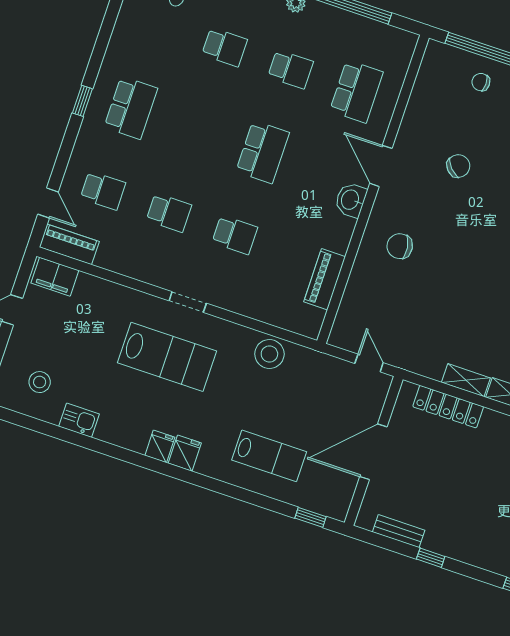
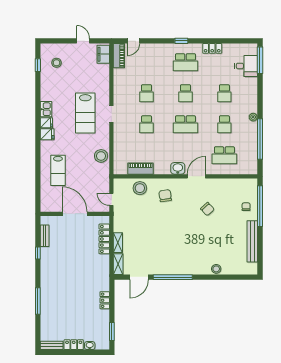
locker: (120, 41) -> (212, 48), added
school desk: (103, 191) -> (185, 93), moved
stool: (366, 294) -> (140, 188), added
door: (369, 363) -> (111, 199), swing flipped
kitchen sink: (79, 420) -> (46, 109), moved
window: (311, 517) -> (38, 65), moved

